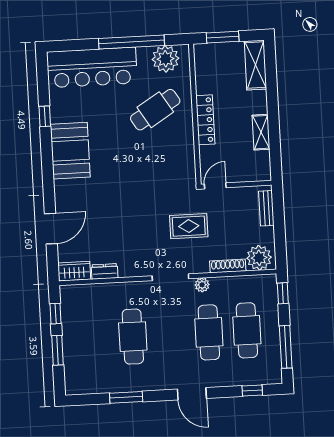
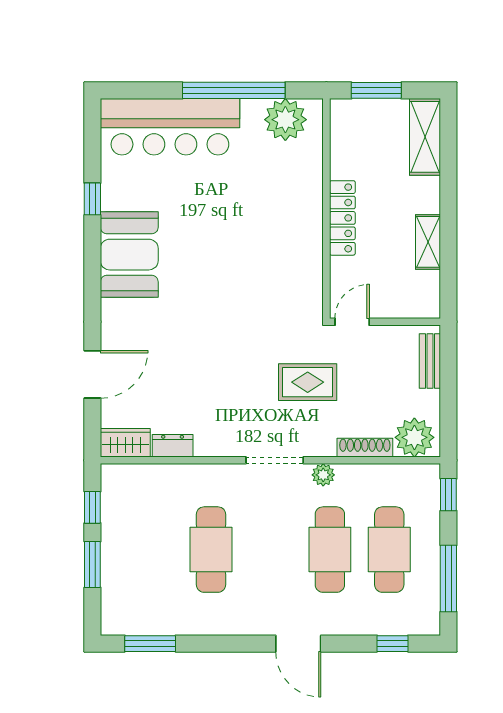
cafe table: (155, 110) -> (265, 198), removed
window: (126, 397) -> (150, 644), moved

